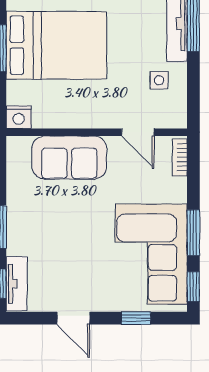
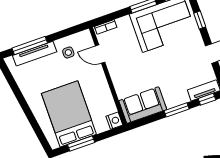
door: (138, 132) -> (100, 54), swing flipped
sofa: (69, 158) -> (143, 105), moved, turned -90

